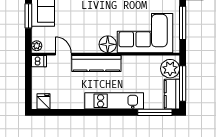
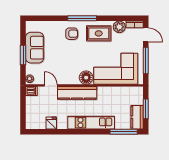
plant: (170, 69) -> (136, 97), removed
window: (183, 84) -> (146, 109), width x0.69
fridge: (44, 101) -> (51, 123), moved

